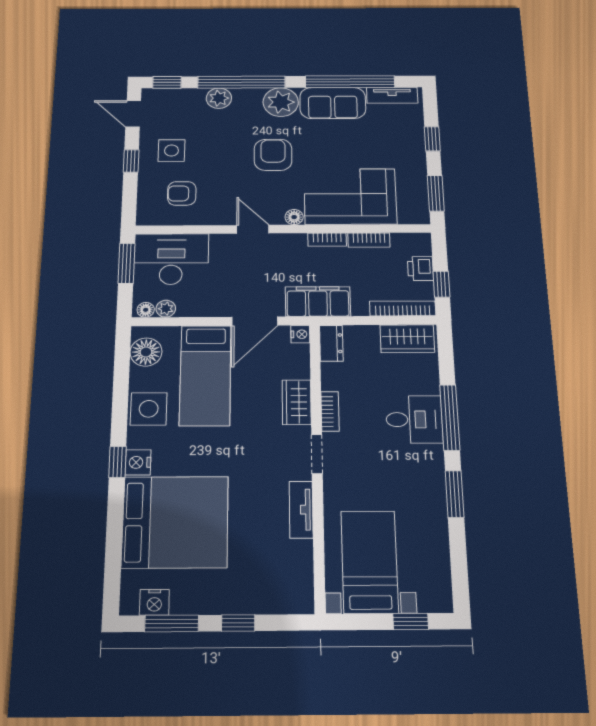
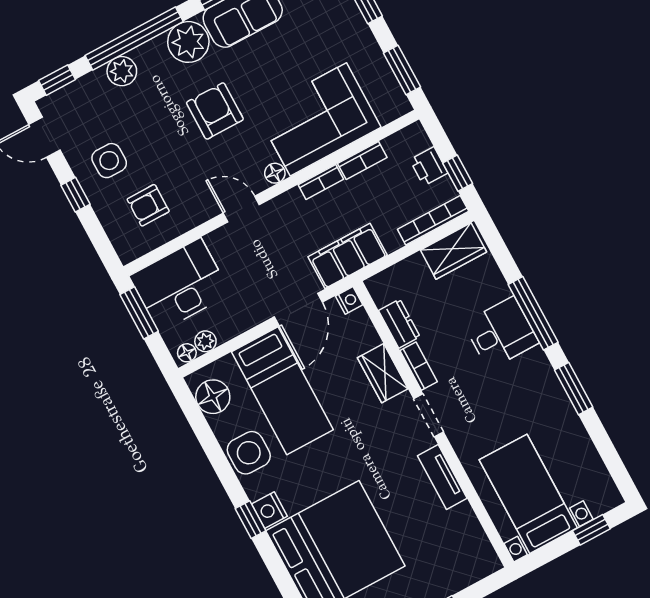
dresser: (331, 343) -> (399, 324), moved

